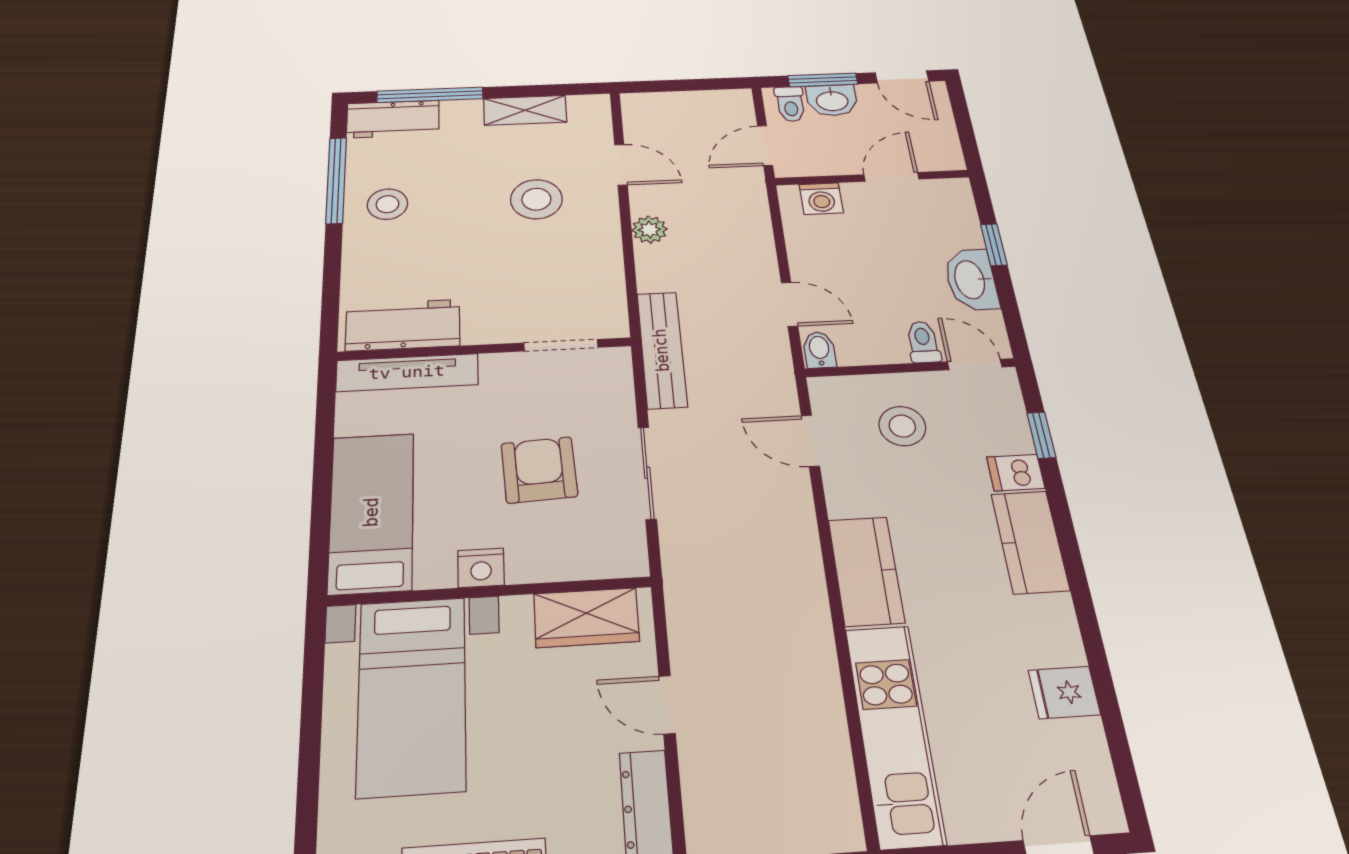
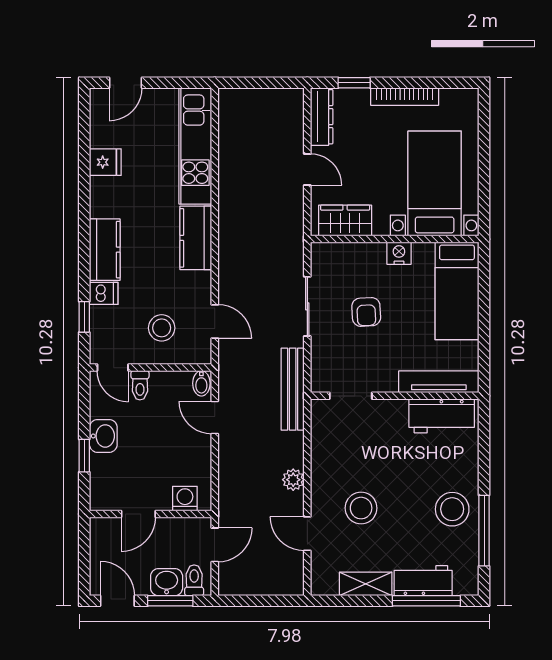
workbench: (393, 119) -> (423, 581), moved
stool: (387, 204) -> (452, 509), width x1.38, depth x1.38
washbasin: (971, 280) -> (103, 436), width x0.72
armchair: (539, 470) -> (366, 312), width x0.72, depth x0.72

